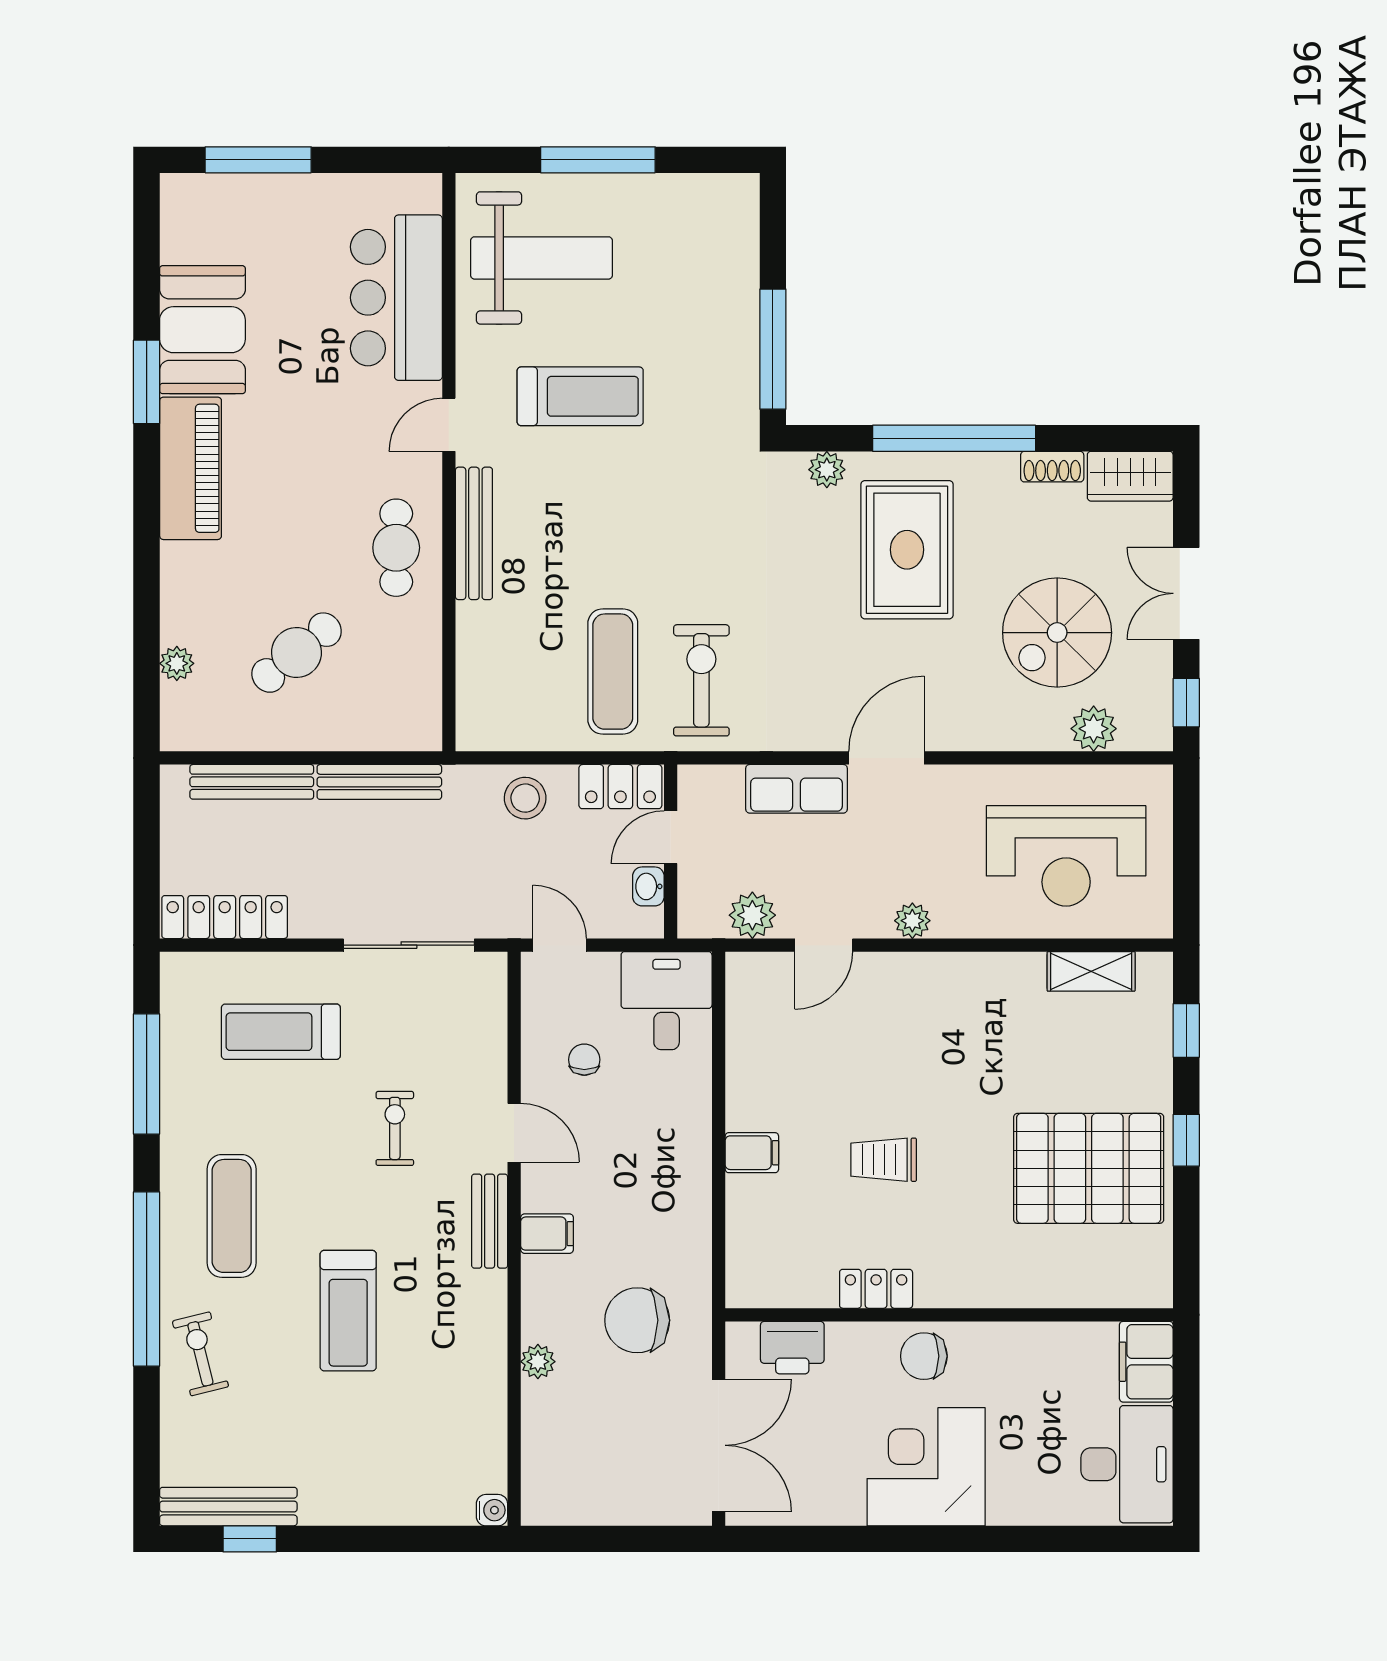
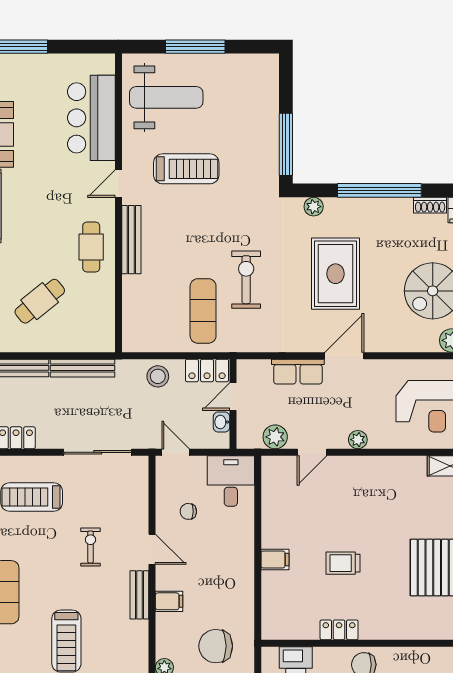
rug: (907, 550) -> (335, 274), moved
exercise bike: (701, 680) -> (246, 280), moved
chair: (584, 1060) -> (188, 511), turned -89

